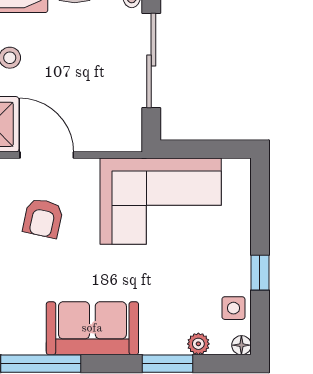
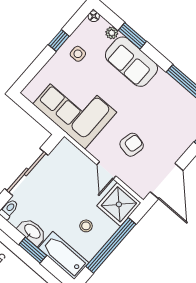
door: (47, 155) -> (106, 170), width x0.73
side table: (233, 308) -> (78, 54), moved
sofa: (92, 328) -> (131, 62), moved

